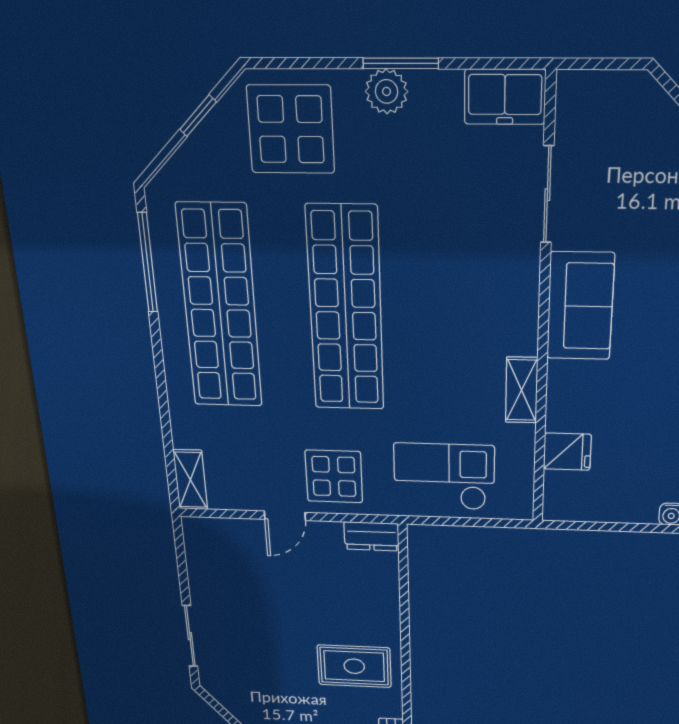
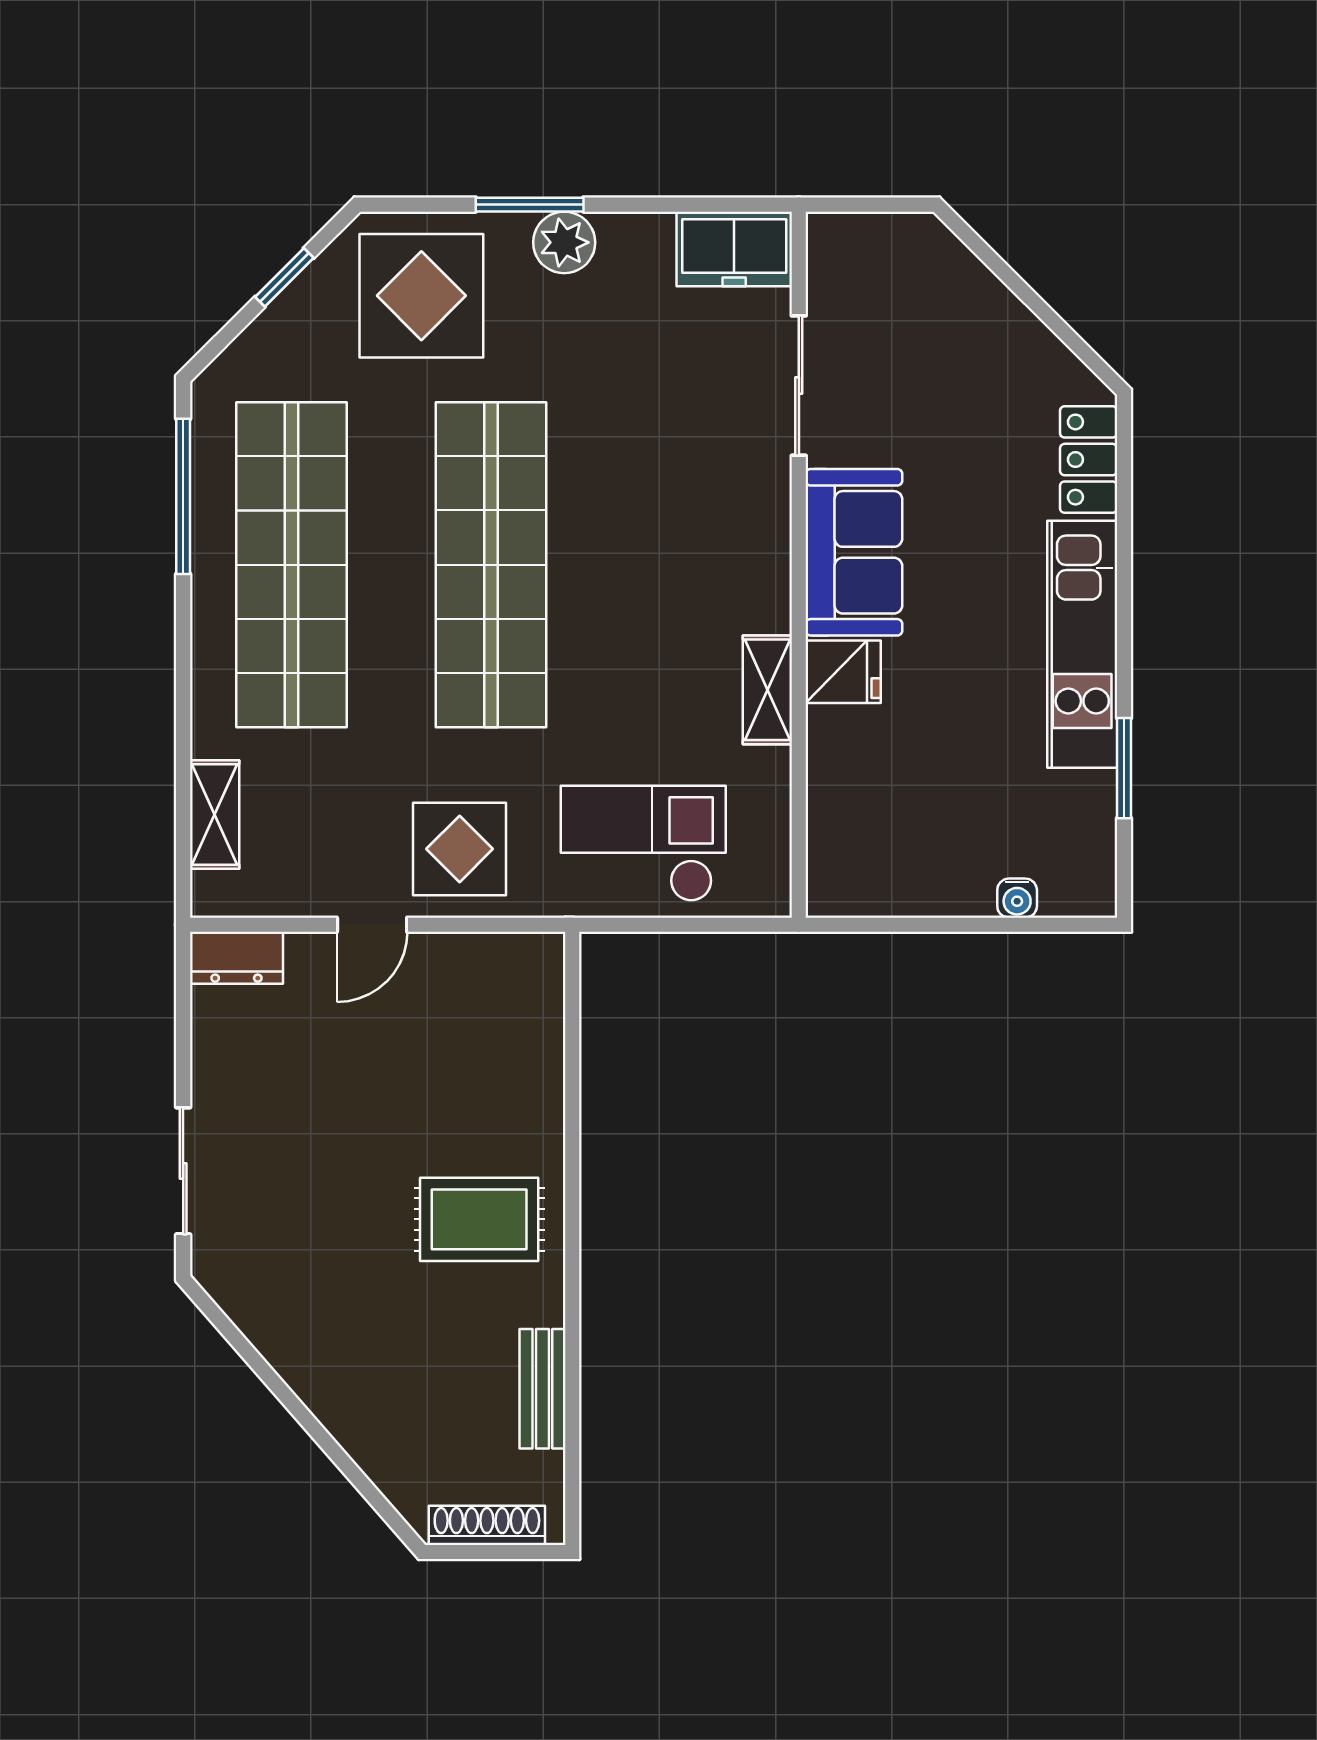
window: (401, 63) -> (530, 205), moved
fridge: (567, 452) -> (843, 672), moved
shelving: (190, 480) -> (215, 814), moved
dresser: (371, 536) -> (236, 958), moved

